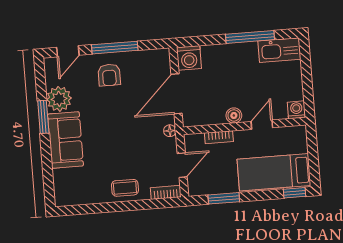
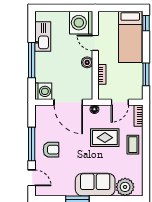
window: (250, 37) -> (32, 60), moved
kitchen sink: (279, 50) -> (43, 36), moved
plant: (59, 99) -> (125, 187), moved
washing machine: (296, 110) -> (81, 23), width x1.89, depth x1.89
rug: (132, 148) -> (105, 138), added
door: (182, 165) -> (120, 102), swing flipped

